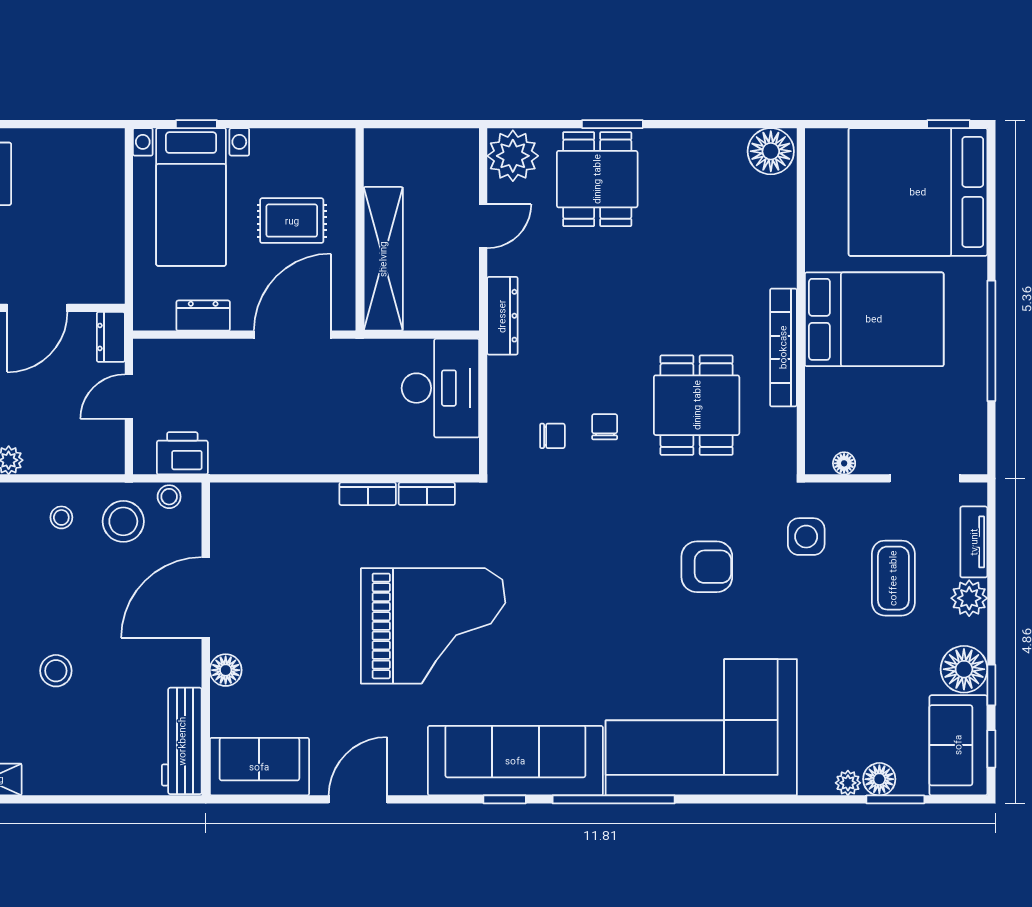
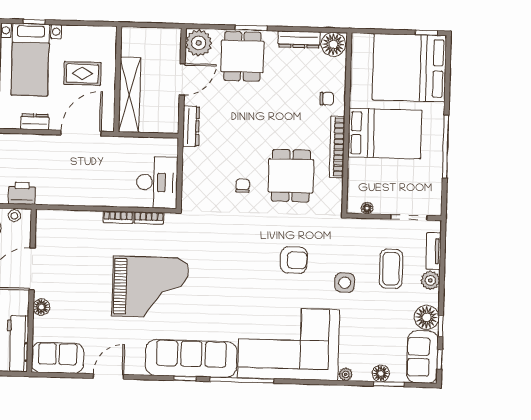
dresser: (705, 144) -> (299, 39), added
door: (483, 226) -> (182, 79), width x1.38
desk: (440, 388) -> (157, 182), moved
chair: (552, 436) -> (327, 99), moved
side table: (806, 537) -> (345, 283), moved
plant: (848, 783) -> (346, 374), moved

